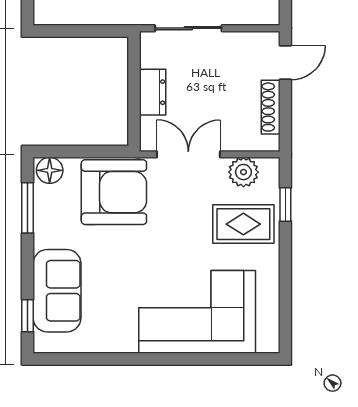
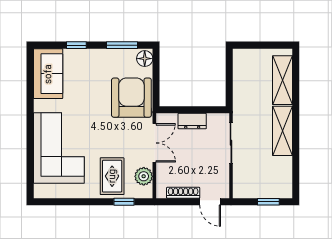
armchair: (114, 192) -> (131, 98), turned 180
sofa: (57, 291) -> (48, 74), moved, turned -90
window: (28, 316) -> (76, 45), moved

